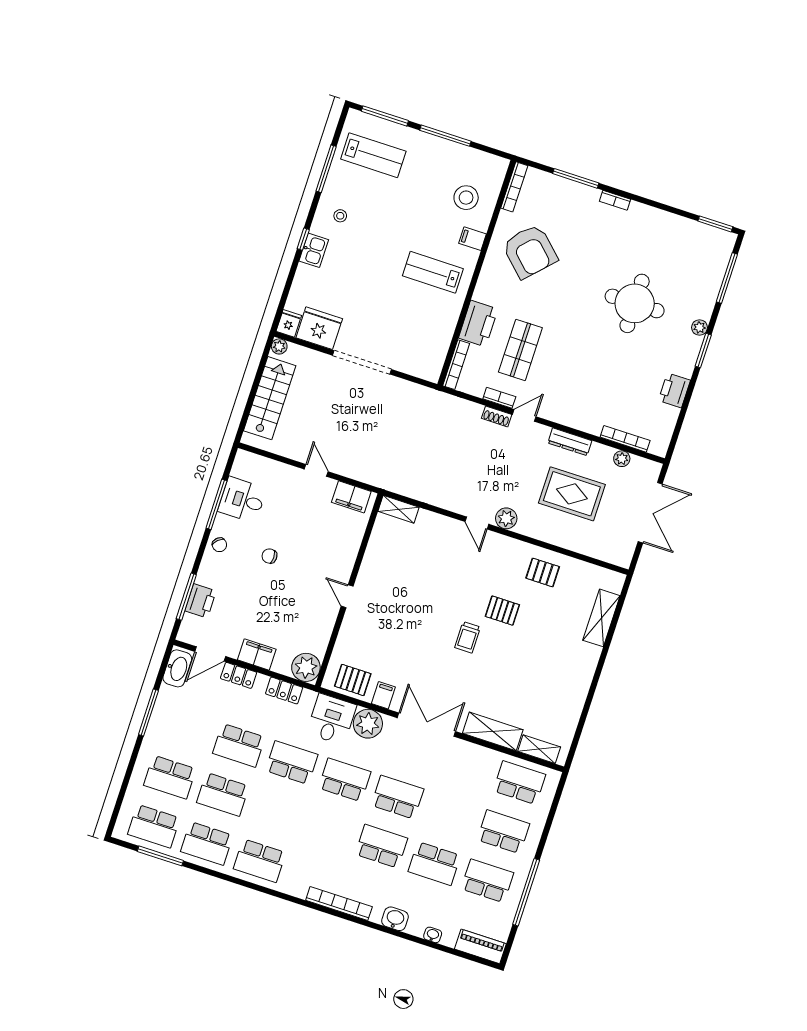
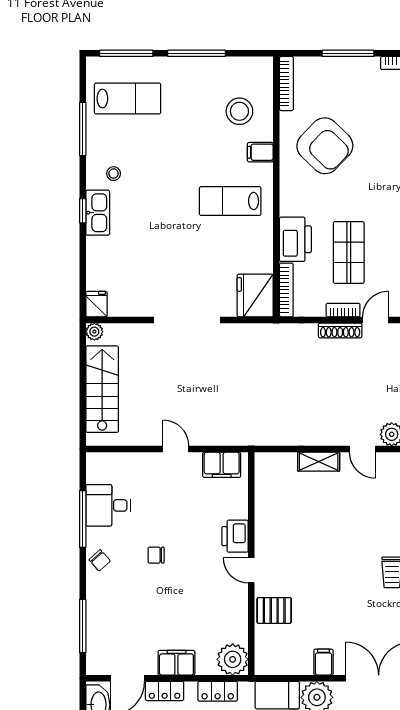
kitchen sink: (314, 250) -> (98, 213), width x1.38
fridge: (319, 328) -> (255, 296), moved, turned -90
shoe rack: (497, 416) -> (340, 330), width x1.43
shelving: (398, 509) -> (319, 462), moved
printer: (201, 601) -> (235, 536), moved, turned 180
pallet: (353, 680) -> (274, 610), moved

